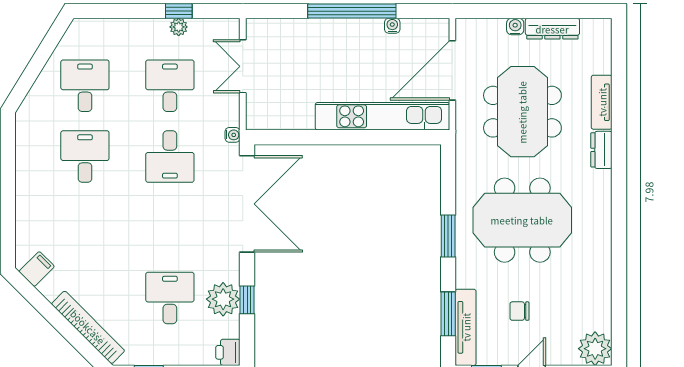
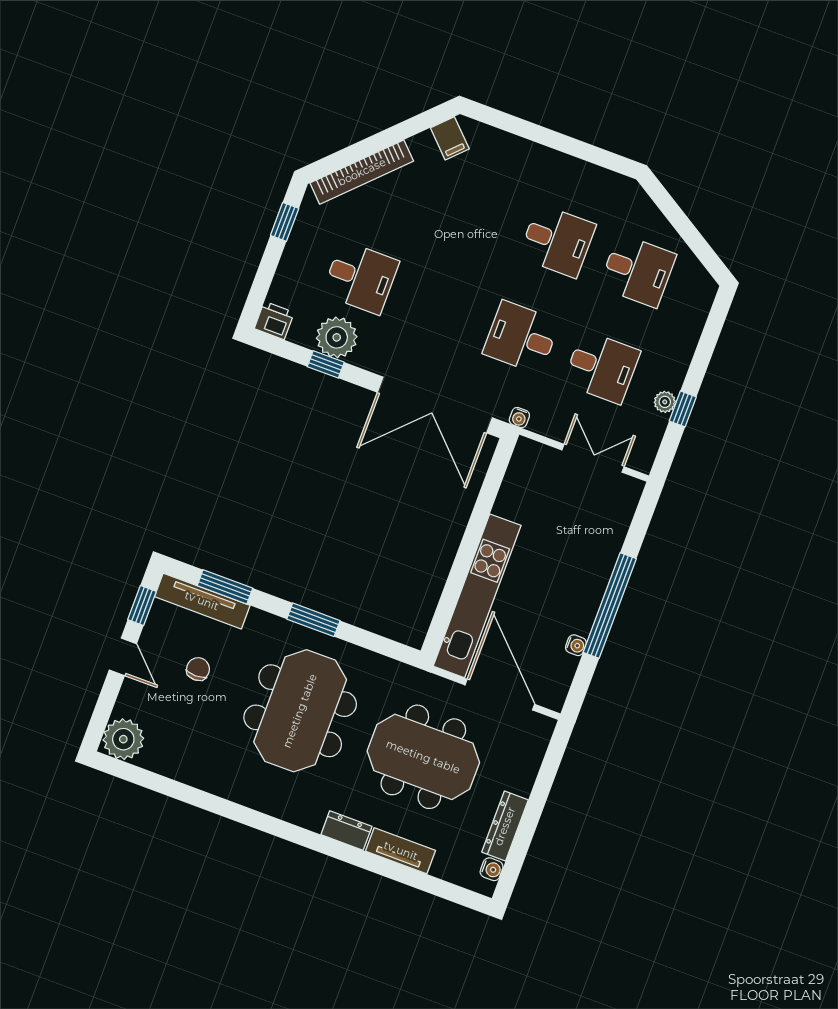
water cooler: (515, 27) -> (492, 869), moved

